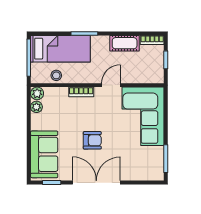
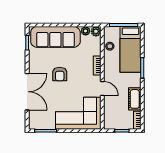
sofa: (44, 154) -> (55, 37), width x1.36
double door: (96, 183) -> (27, 92), moved

